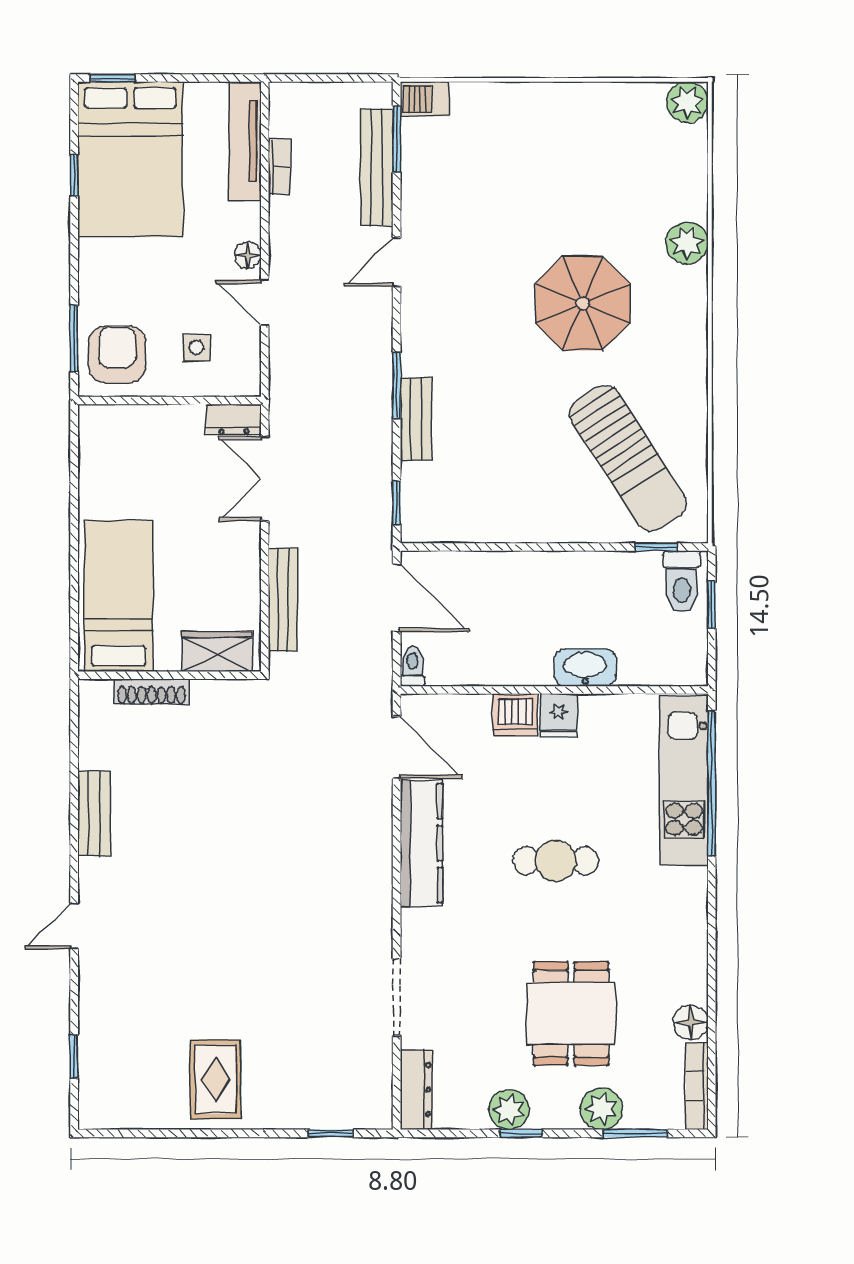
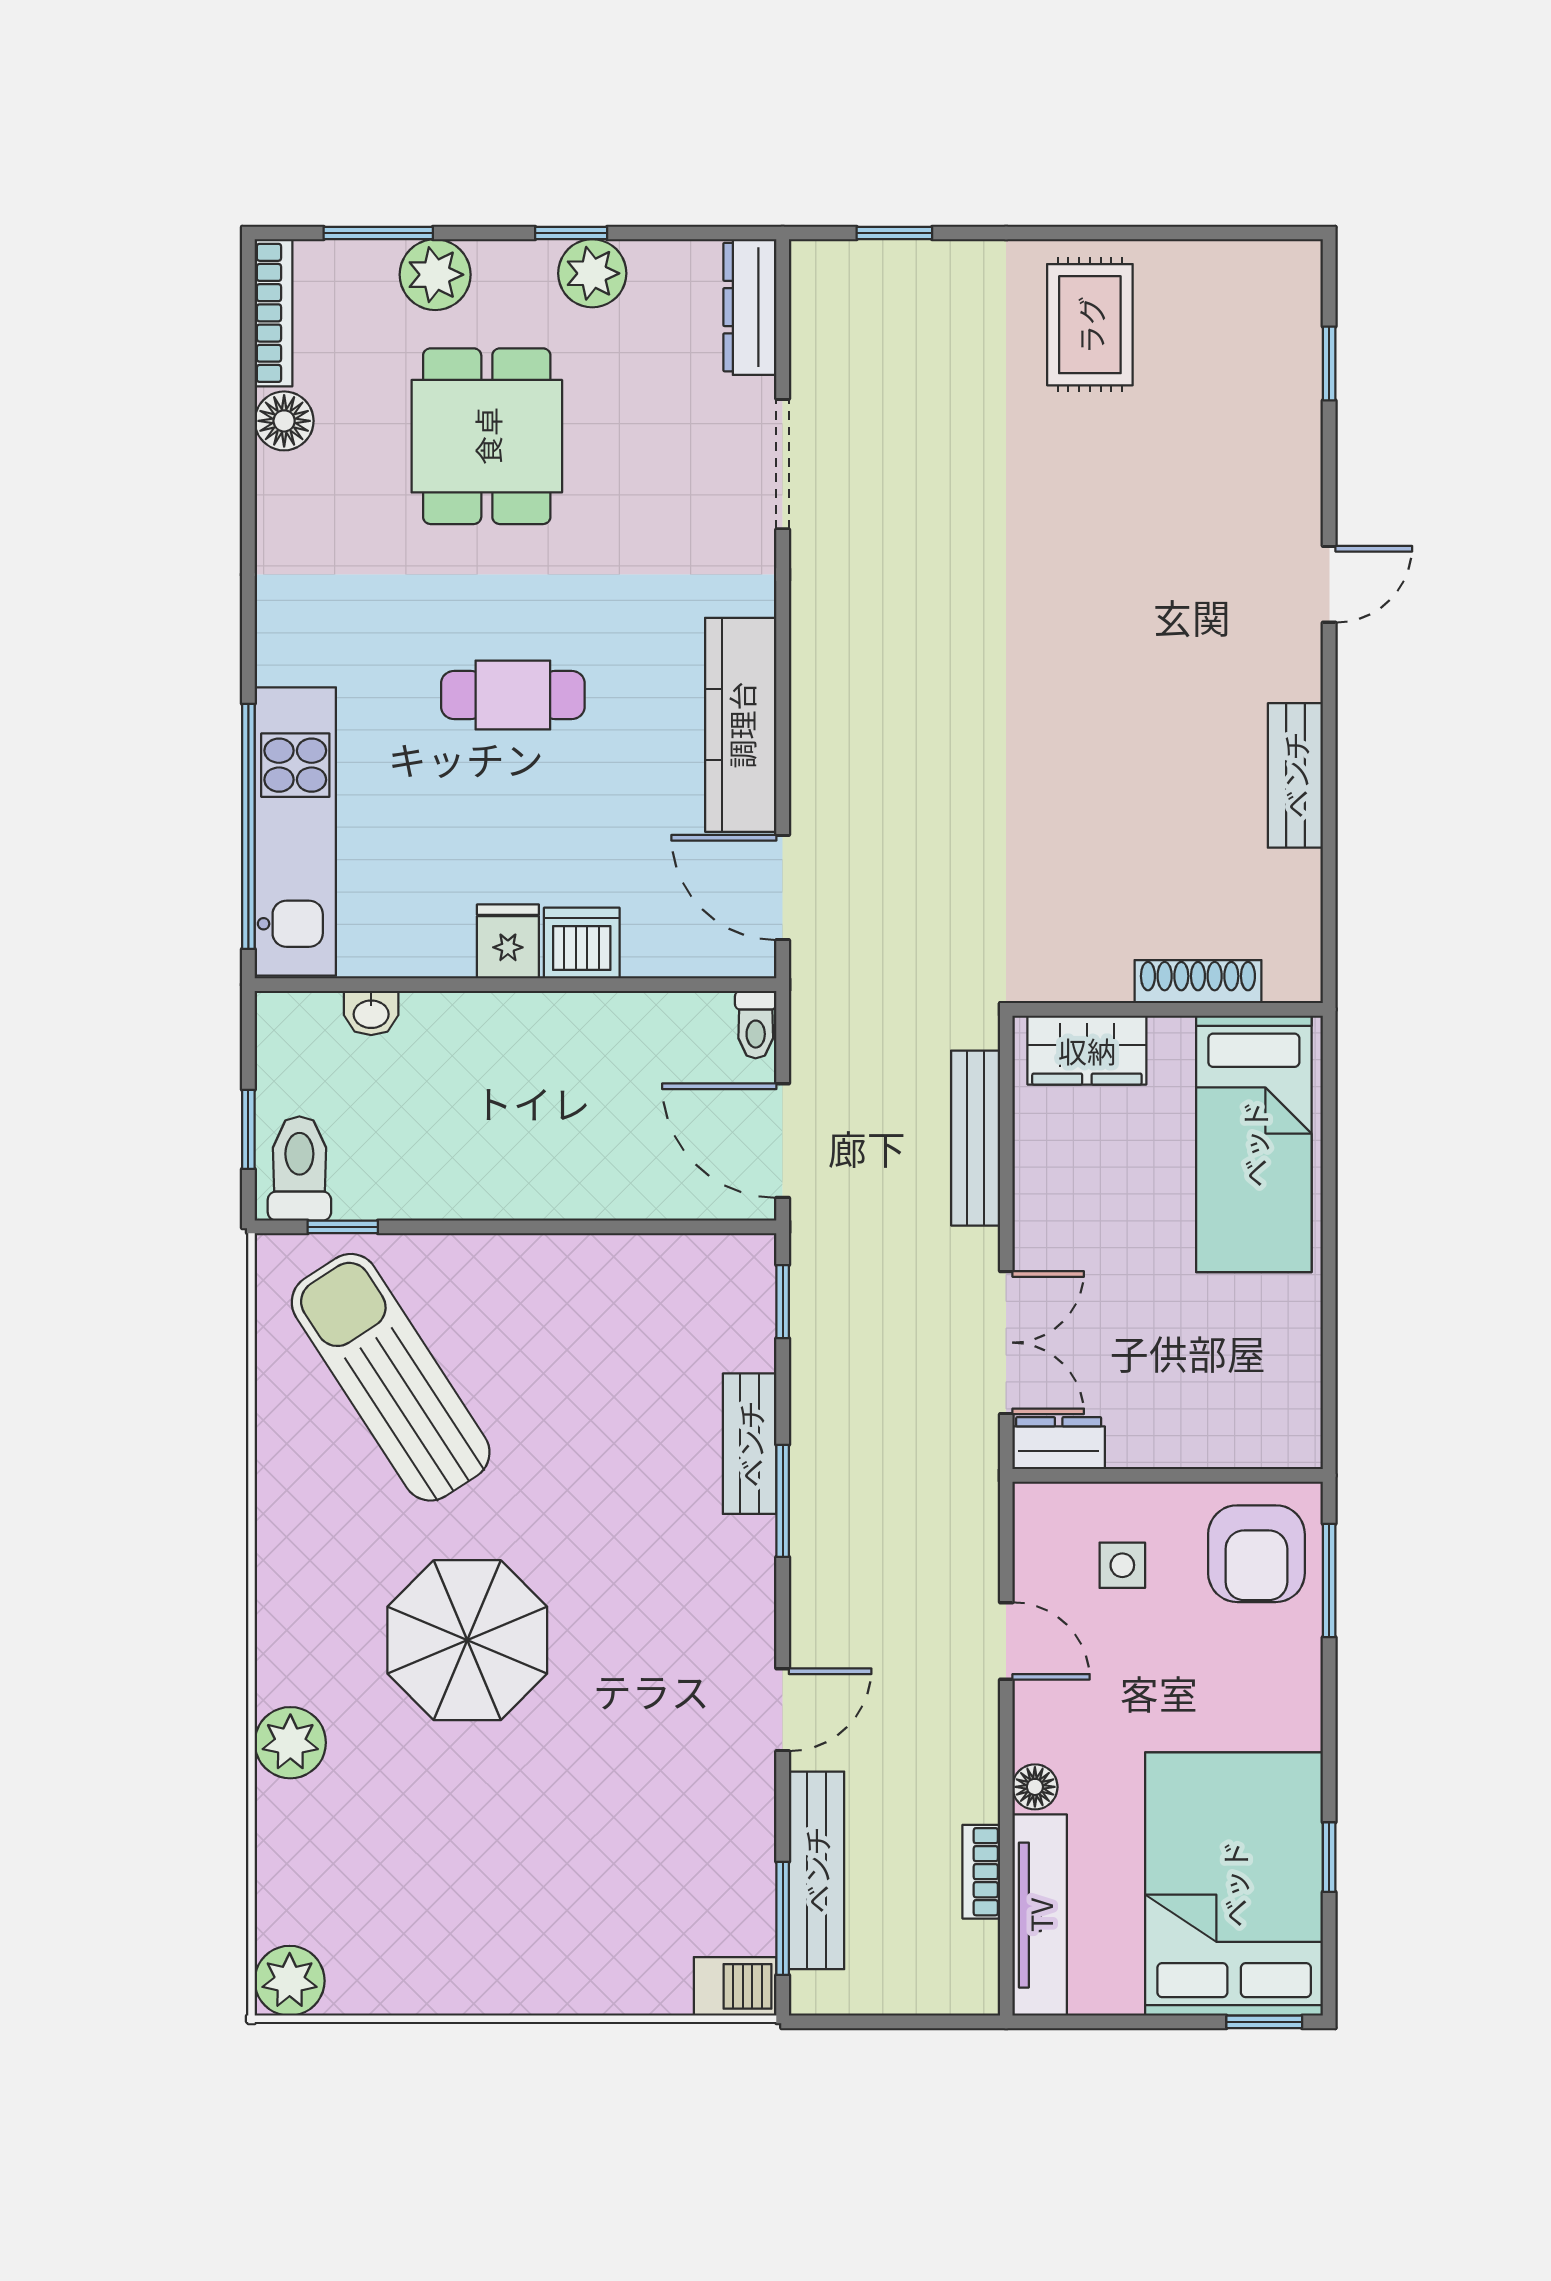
floor lamp: (248, 255) -> (1035, 1787), moved
washbasin: (585, 667) -> (371, 1013), moved, width x0.52, depth x0.69

